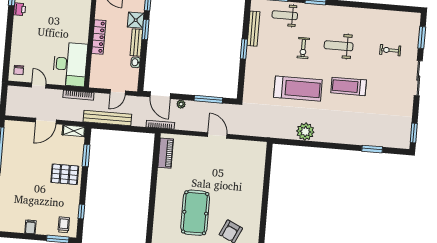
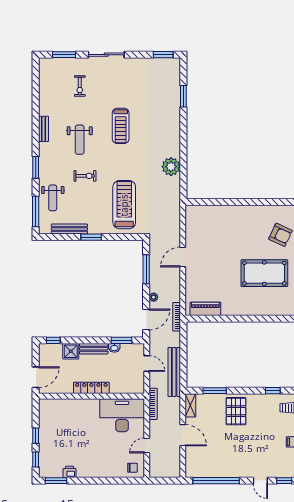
bench: (352, 12) -> (43, 129), added
window: (146, 29) -> (121, 340), moved
treadmill: (298, 89) -> (124, 205), moved

